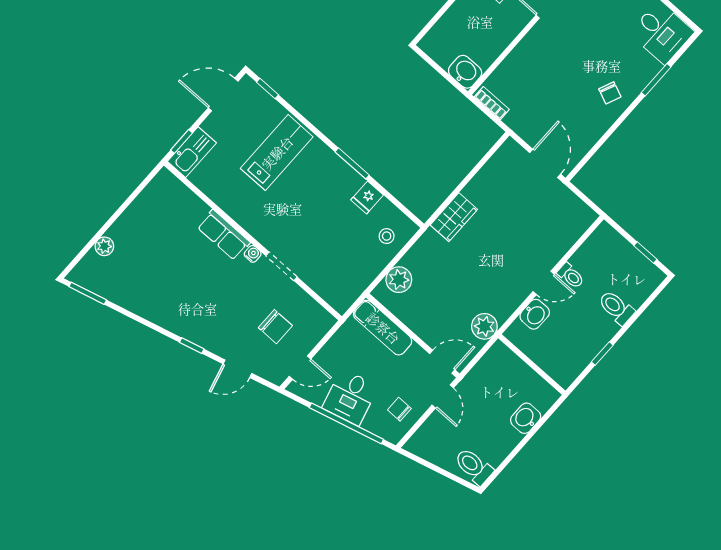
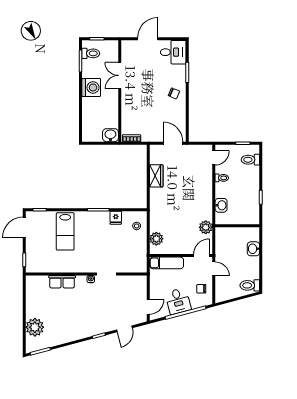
kitchen sink: (192, 152) -> (32, 261), removed
lab bench: (277, 153) -> (65, 231), turned 180
wardrobe: (454, 217) -> (156, 176), moved
row of seats: (224, 235) -> (62, 282), moved
plant: (104, 246) -> (35, 327), width x1.88, depth x1.88
door: (544, 283) -> (214, 158), moved
toilet: (616, 308) -> (250, 160), moved
chair: (275, 327) -> (125, 299), removed

